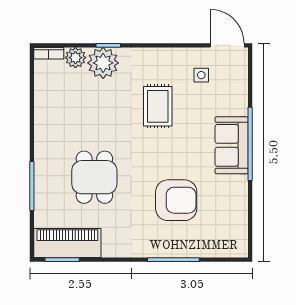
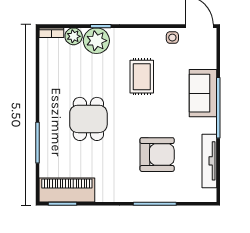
side table: (201, 75) -> (172, 38), moved
sofa: (232, 145) -> (203, 93), moved
dining table: (94, 177) -> (88, 119), moved
tv unit: (239, 208) -> (209, 161), added

